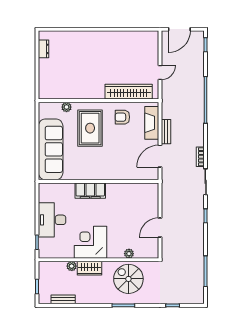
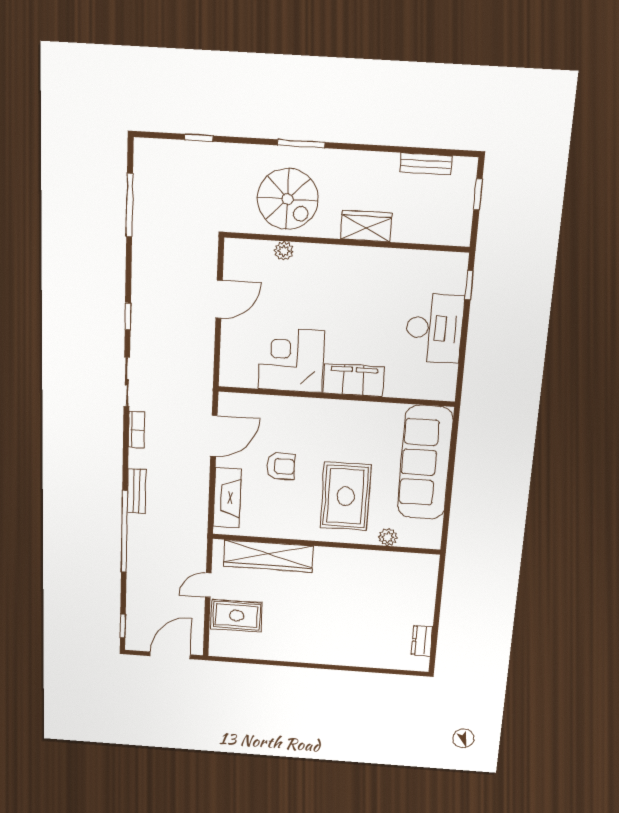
rug: (144, 56) -> (237, 616), added
armchair: (122, 117) -> (281, 466), moved
bench: (166, 132) -> (137, 491), moved
corner desk: (90, 242) -> (291, 360), moved, turned 180
plant: (72, 266) -> (403, 233), removed

